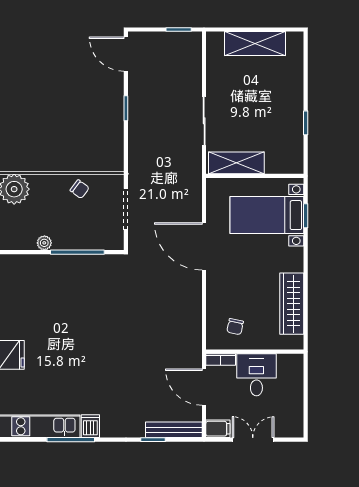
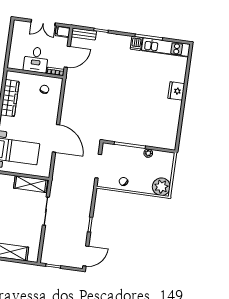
door: (126, 54) -> (86, 256), hinge flipped
door: (204, 387) -> (67, 57), hinge flipped
bench: (174, 430) -> (84, 34), width x0.73

